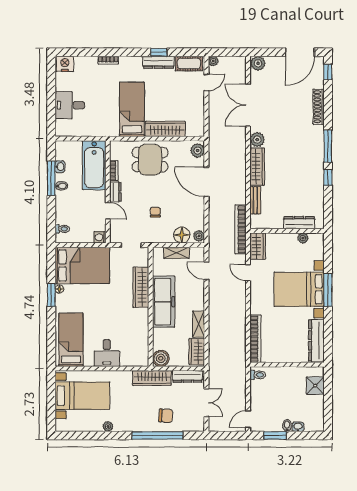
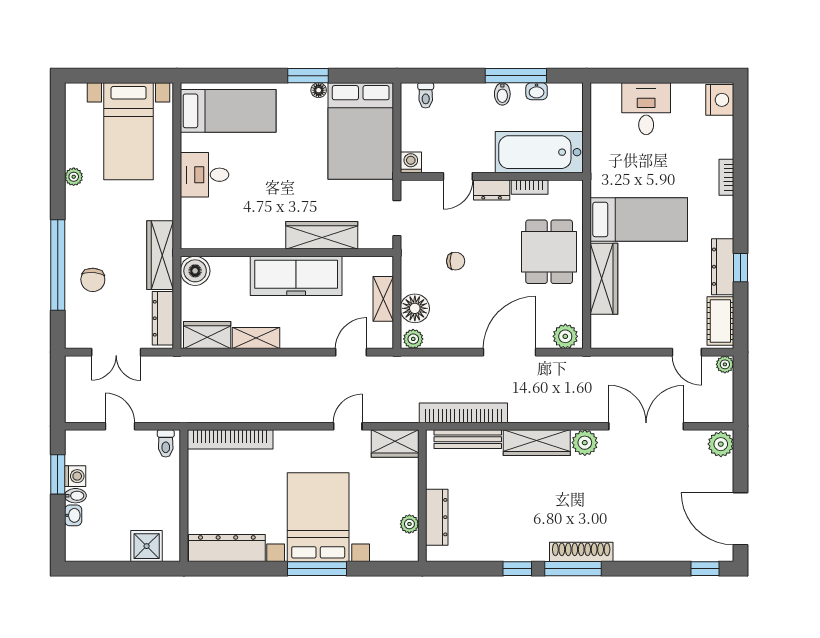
shoe rack: (319, 107) -> (581, 552), moved
bench: (255, 200) -> (468, 439), width x1.36
bookcase: (240, 229) -> (463, 413), moved
door: (248, 419) -> (120, 426), moved
washing machine: (276, 426) -> (75, 476), added

